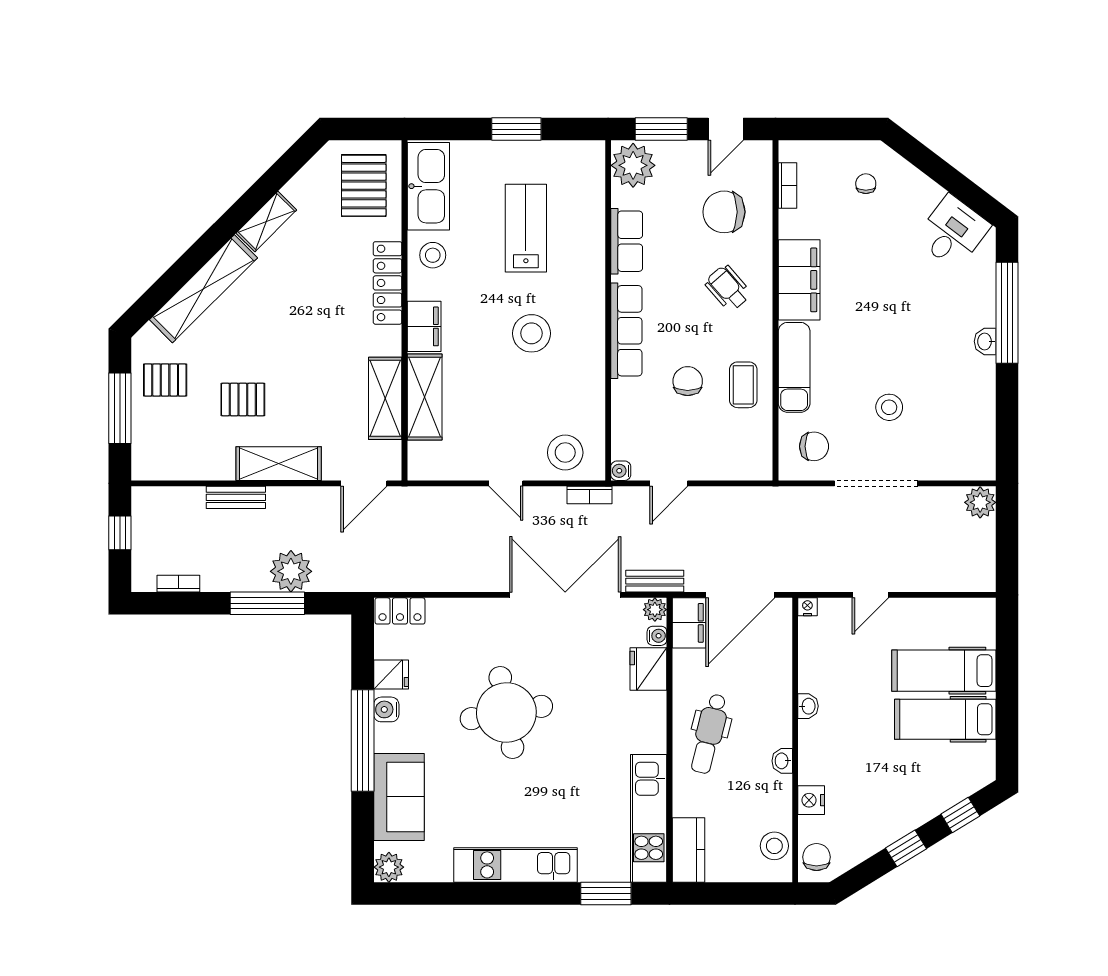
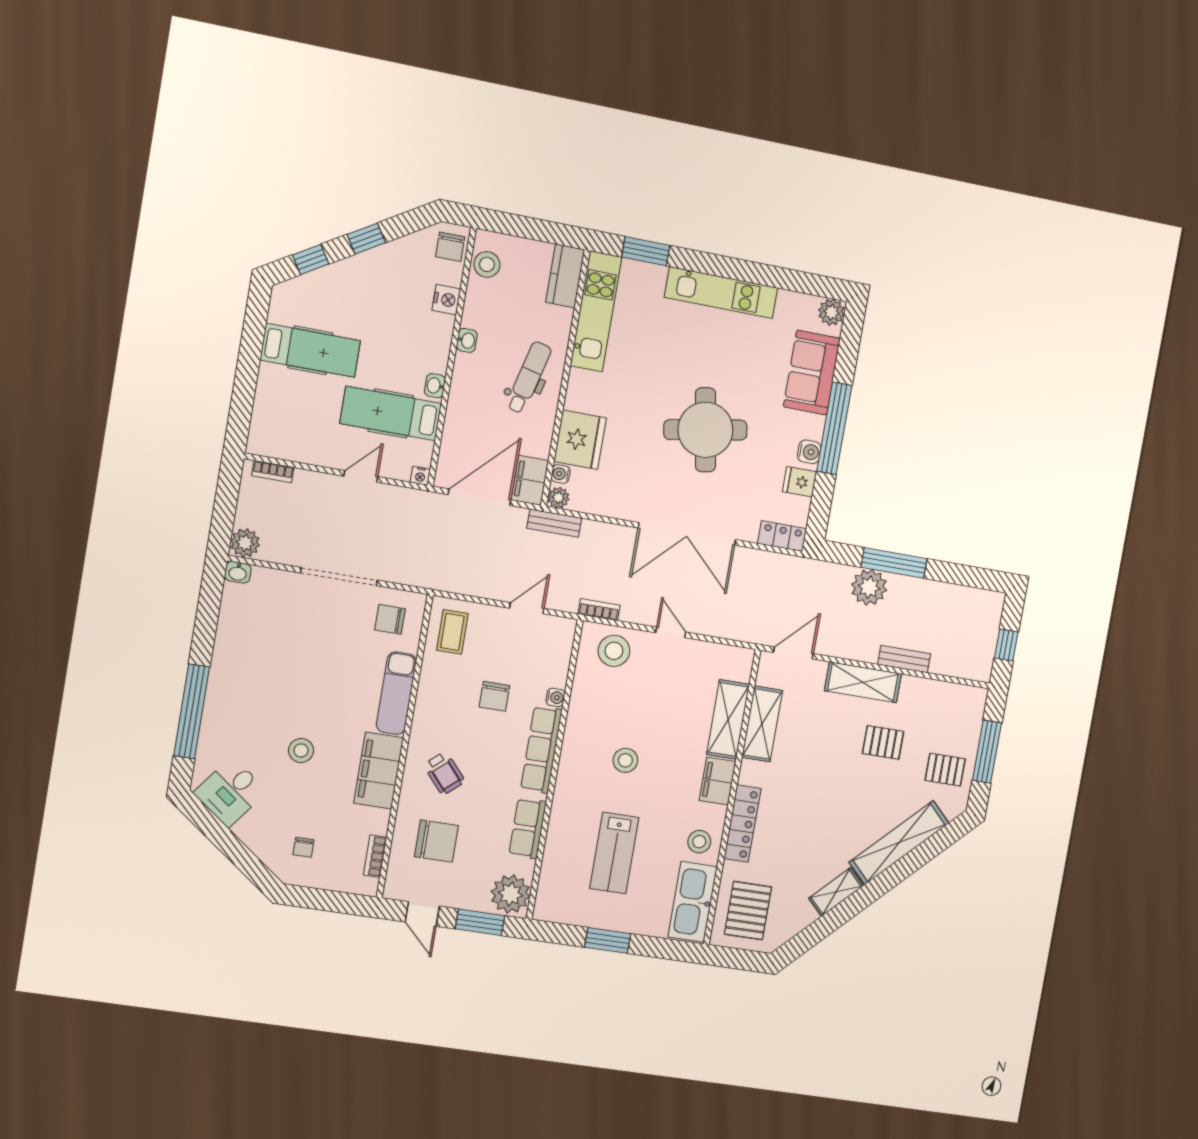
door: (726, 129) -> (422, 914), swing flipped
stool: (531, 333) -> (625, 760), width x0.73, depth x0.73
washbasin: (985, 341) -> (238, 572), moved, turned 90
coffee table: (743, 385) -> (452, 632), moved
stool: (889, 407) -> (301, 750), moved
water cooler: (621, 471) -> (555, 697), moved
bookcase: (178, 584) -> (273, 471), moved
double door: (565, 595) -> (687, 534), moved
fridge: (648, 669) -> (580, 440), width x1.36, depth x1.34
hospital bed: (944, 671) -> (391, 413), moved, turned 180

